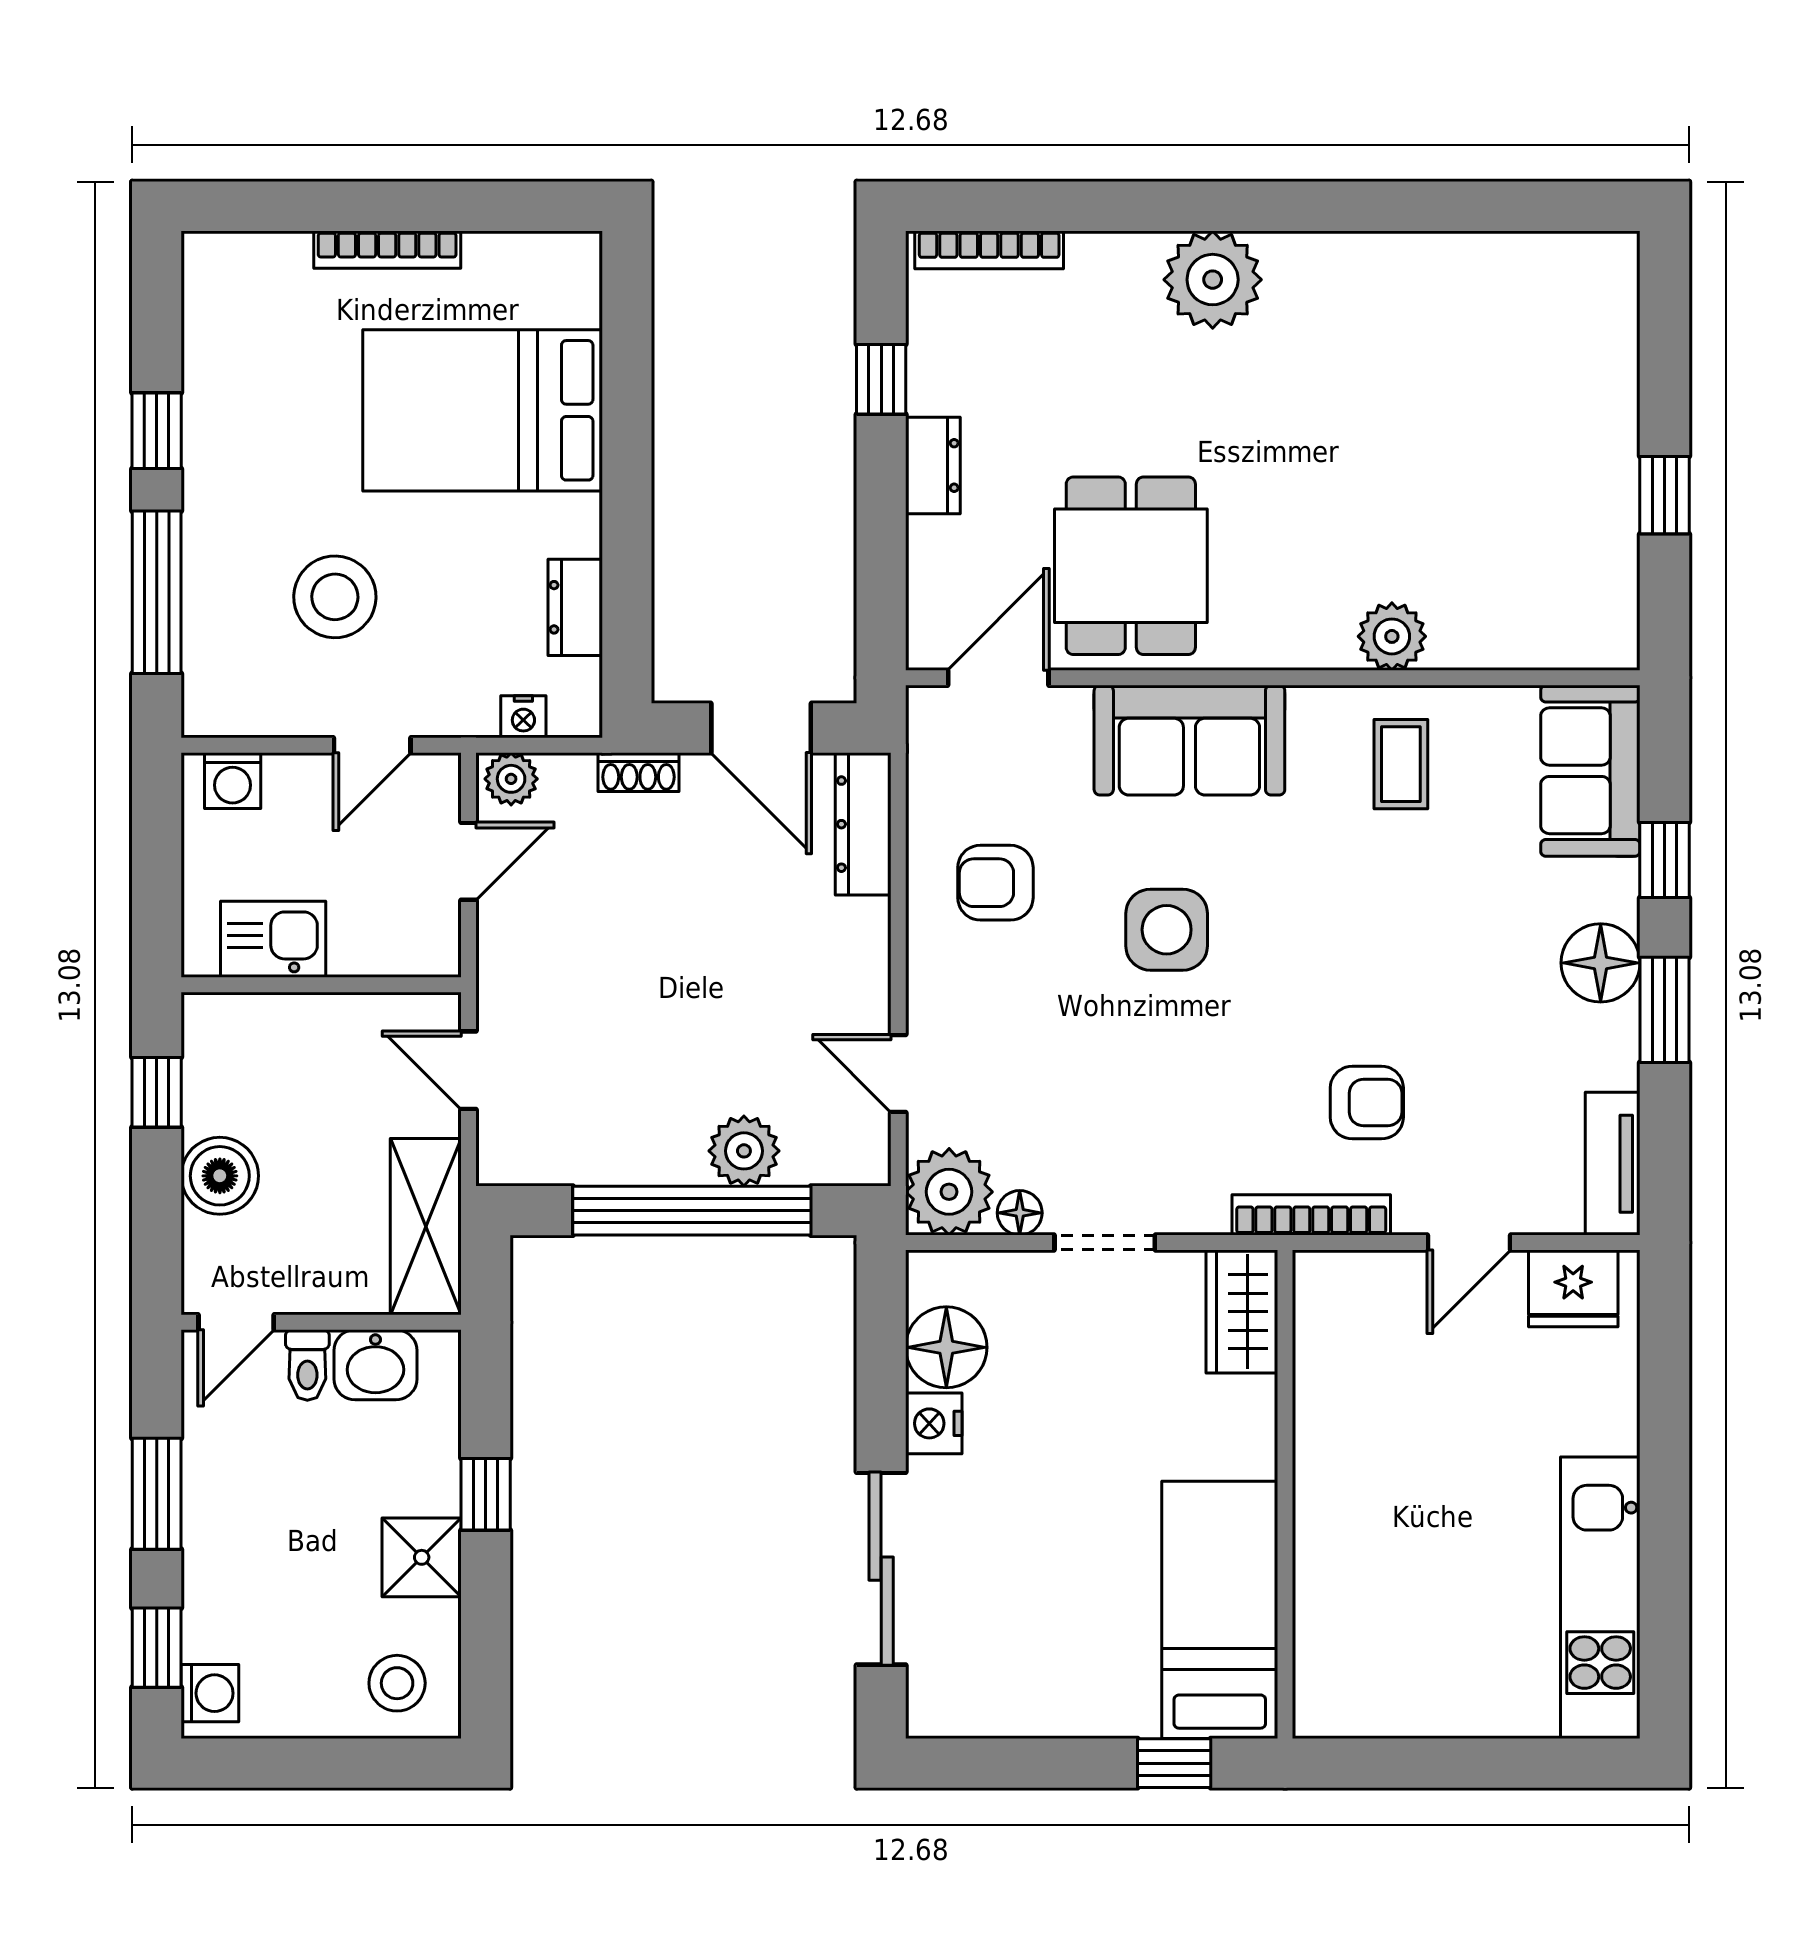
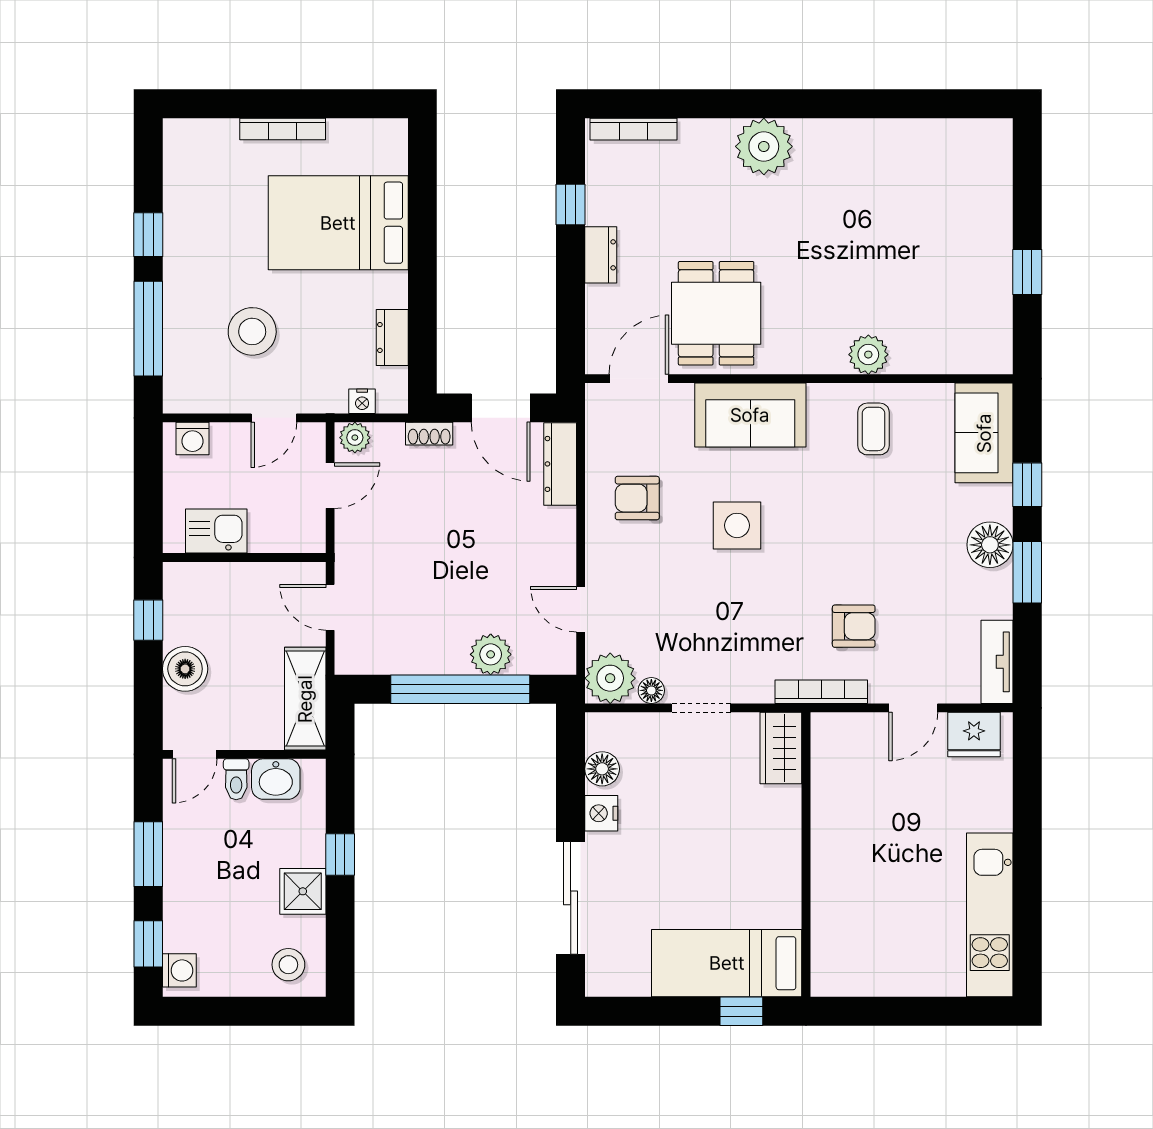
floor lamp: (946, 1347) -> (602, 769), width x0.73, depth x0.73
bed: (1220, 1610) -> (727, 963), moved, turned -90

